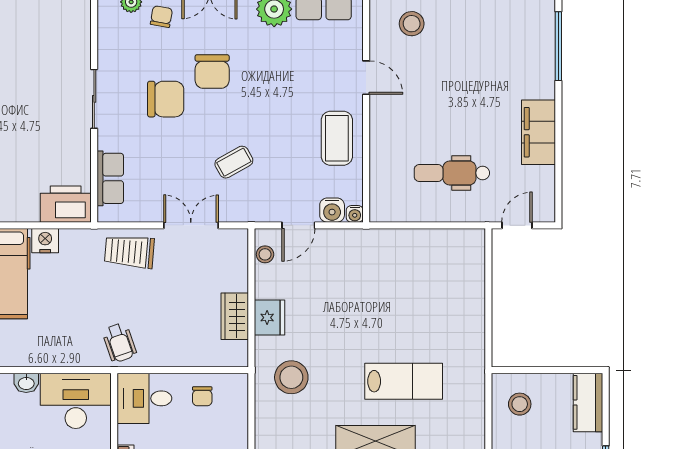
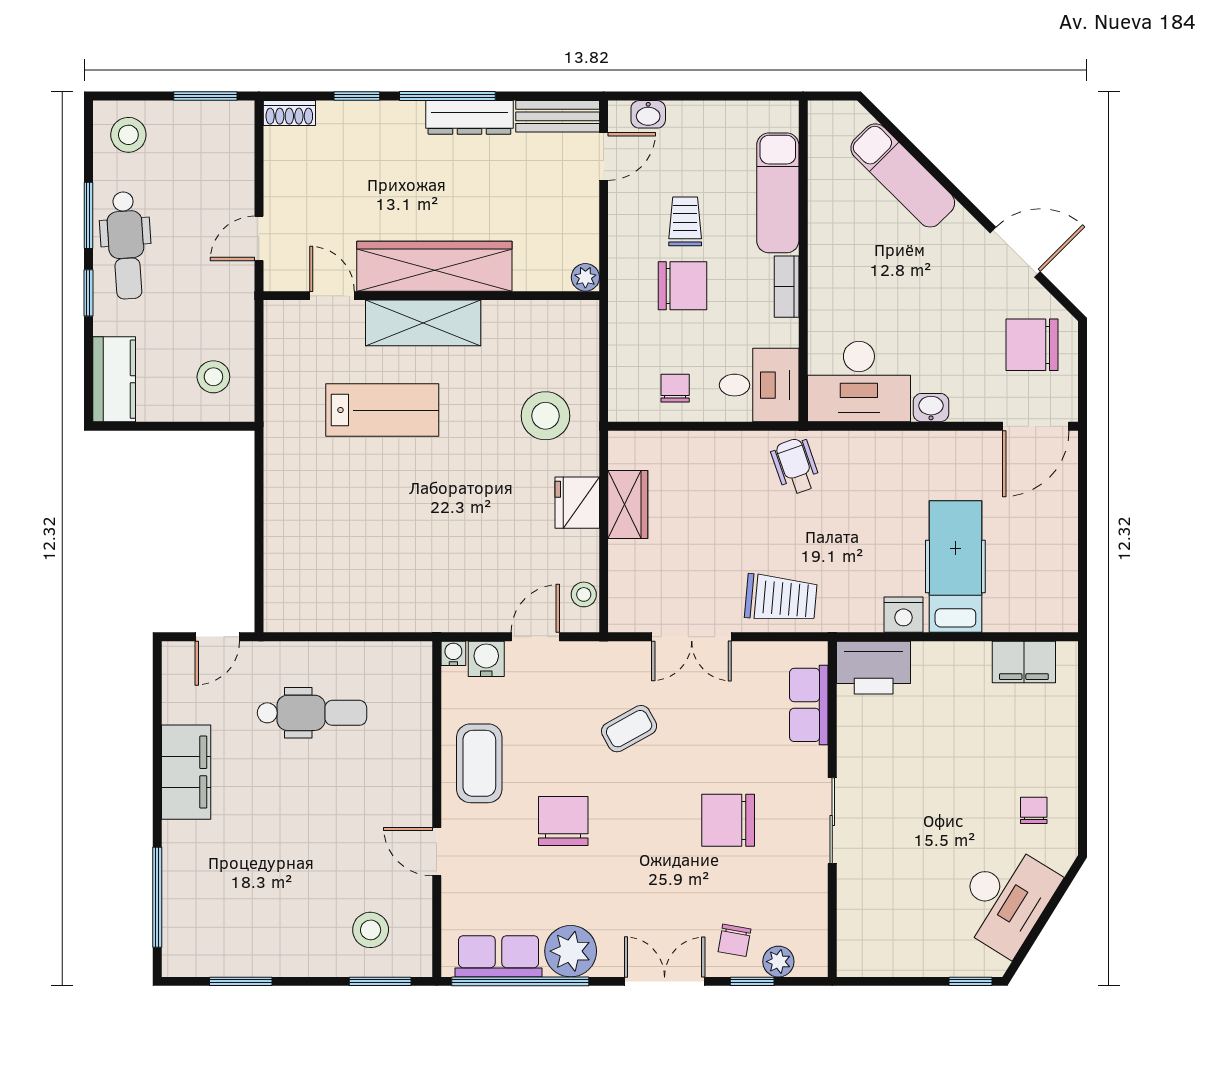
chair: (212, 72) -> (563, 821), moved
lab bench: (404, 381) -> (382, 410), turned 180

